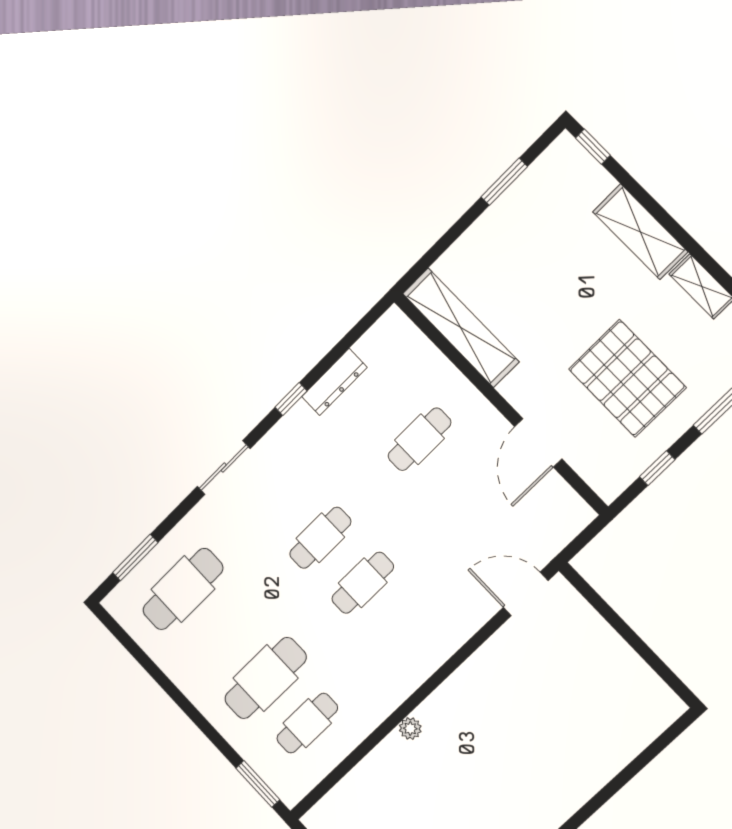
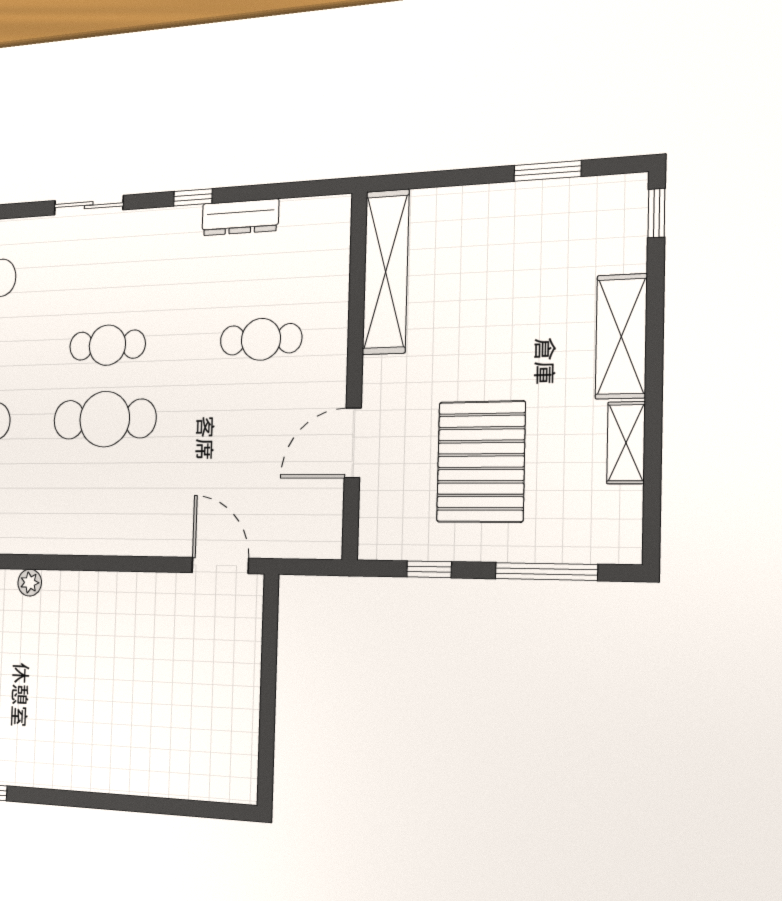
cafe table: (363, 583) -> (105, 419), width x1.37, depth x1.35

